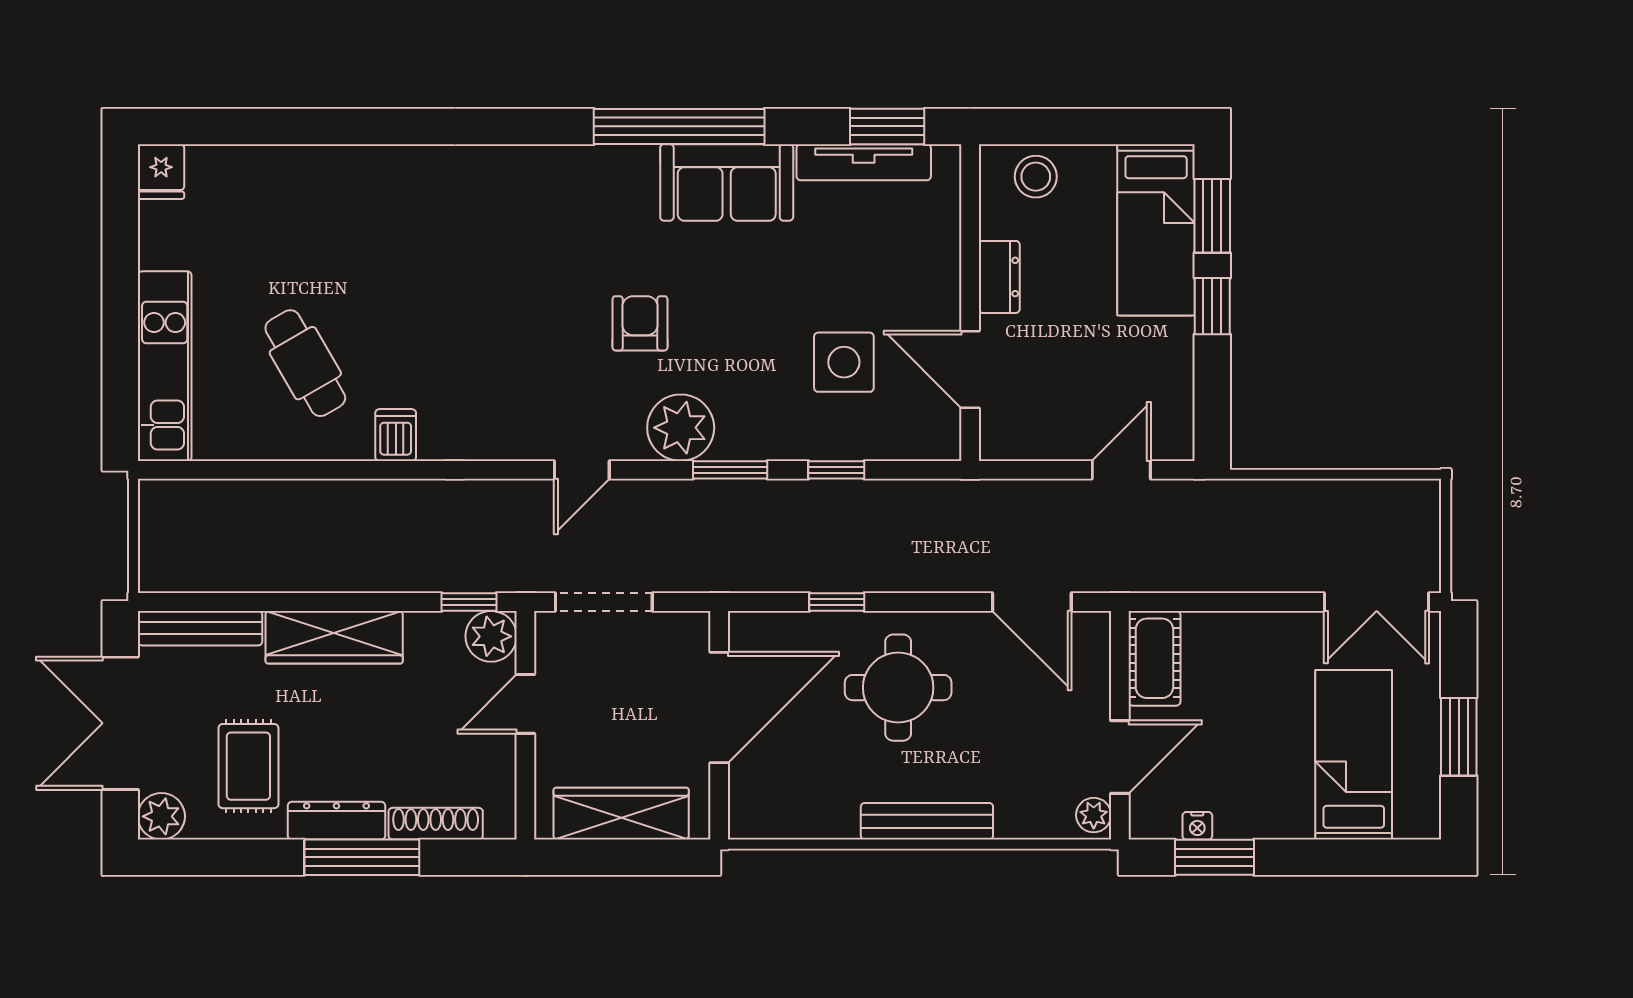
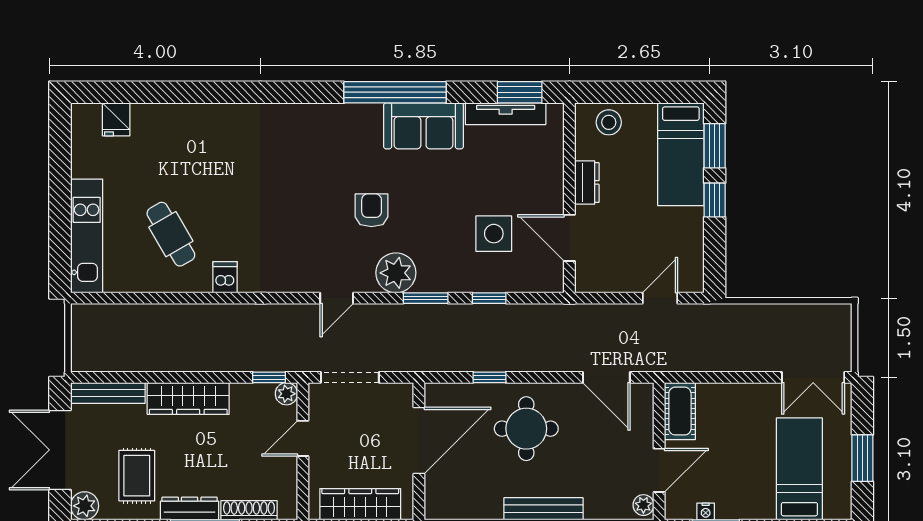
fridge: (161, 172) -> (116, 119), moved
plant: (491, 636) -> (286, 394), width x0.73, depth x0.73

